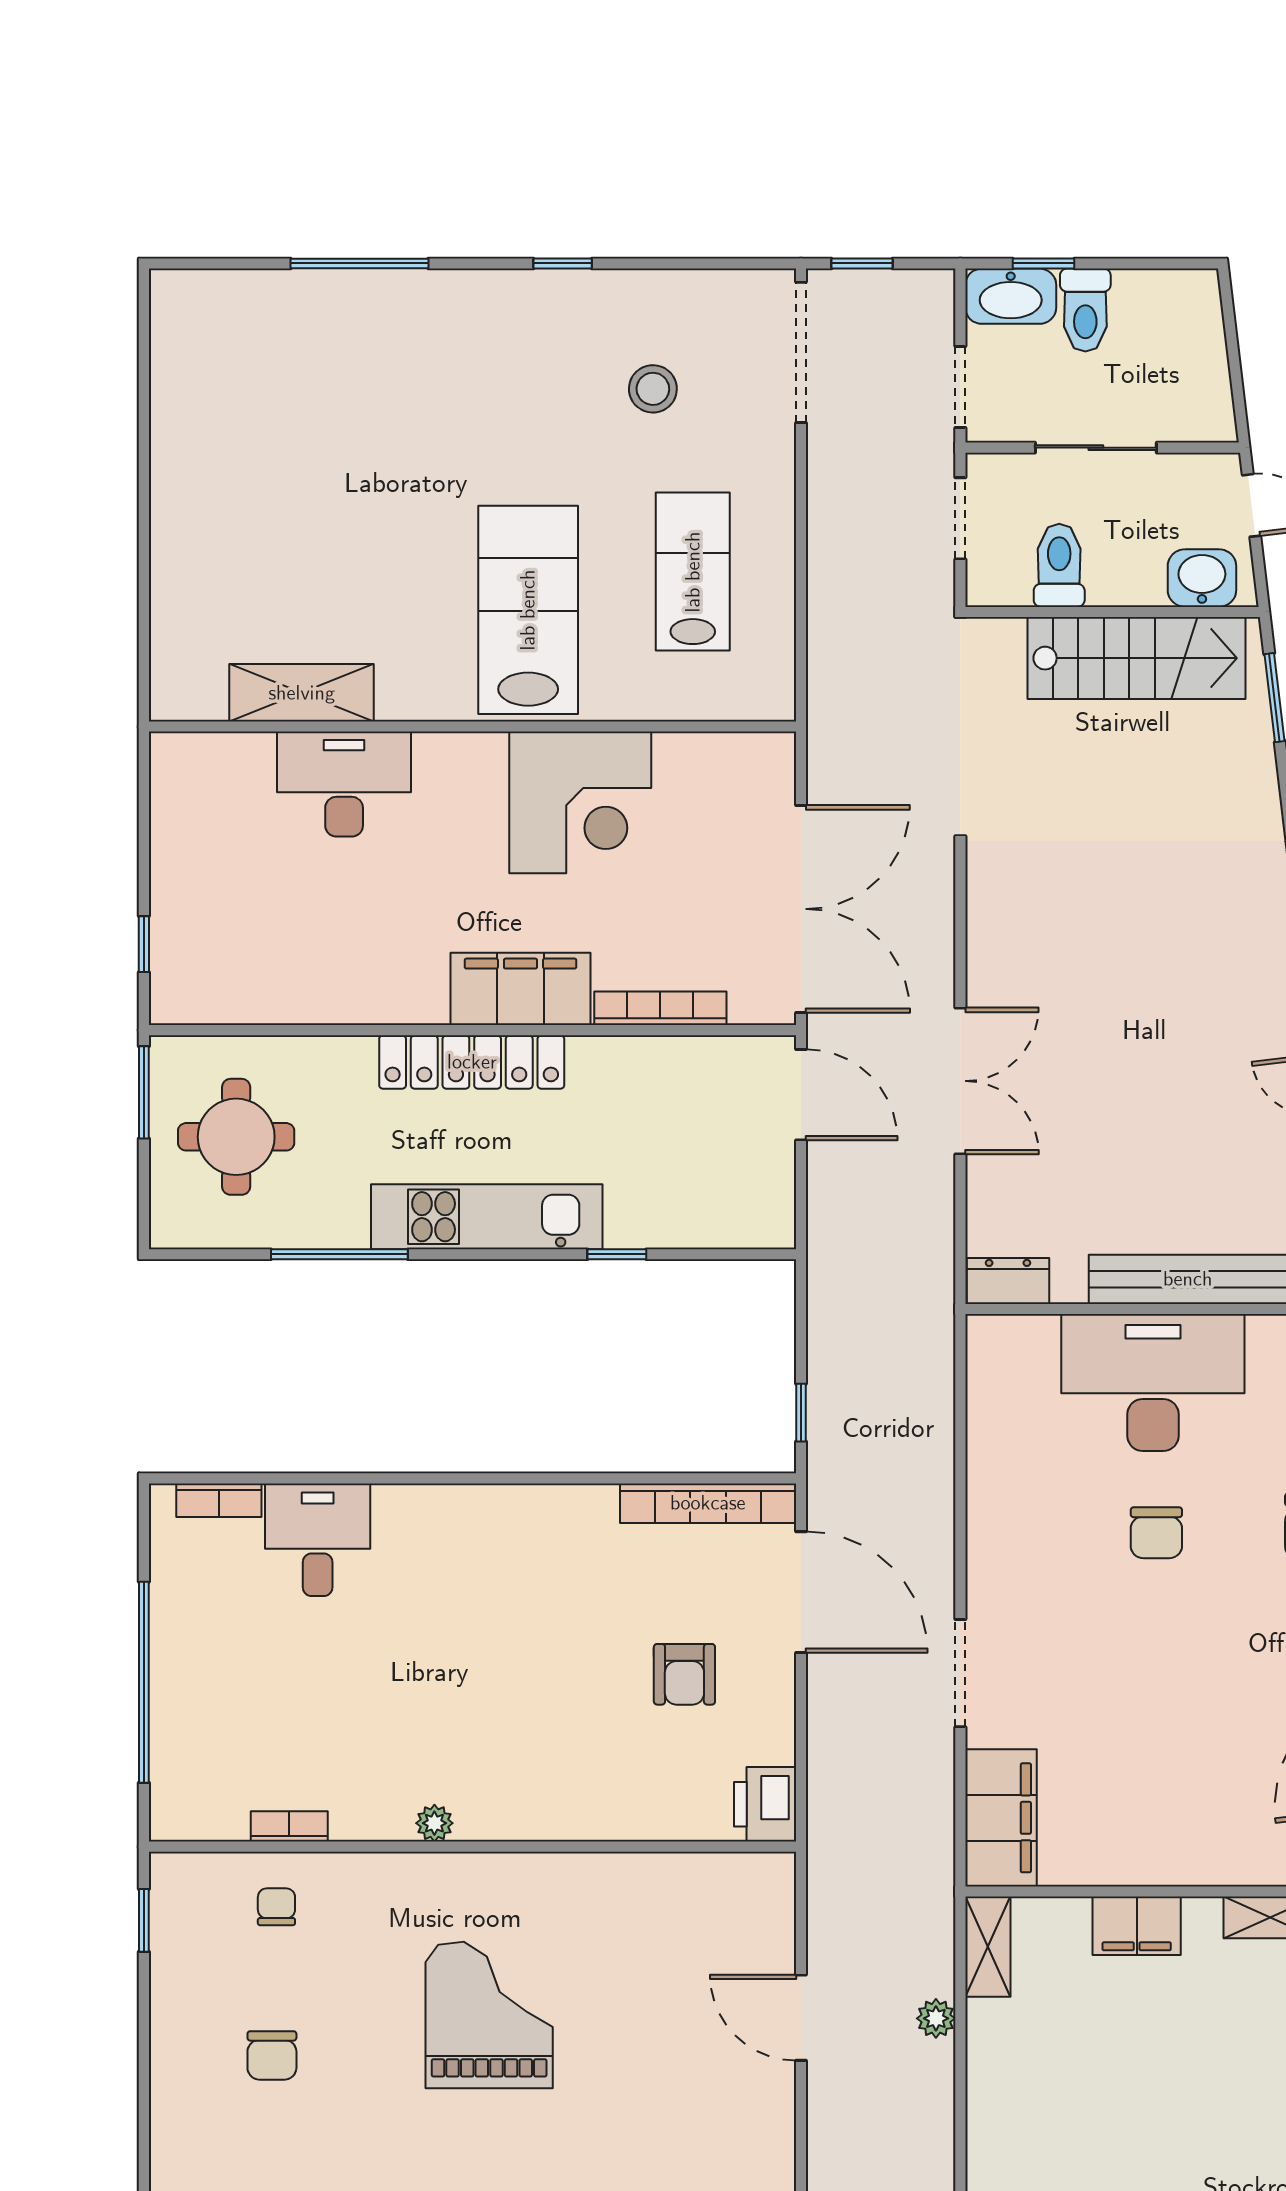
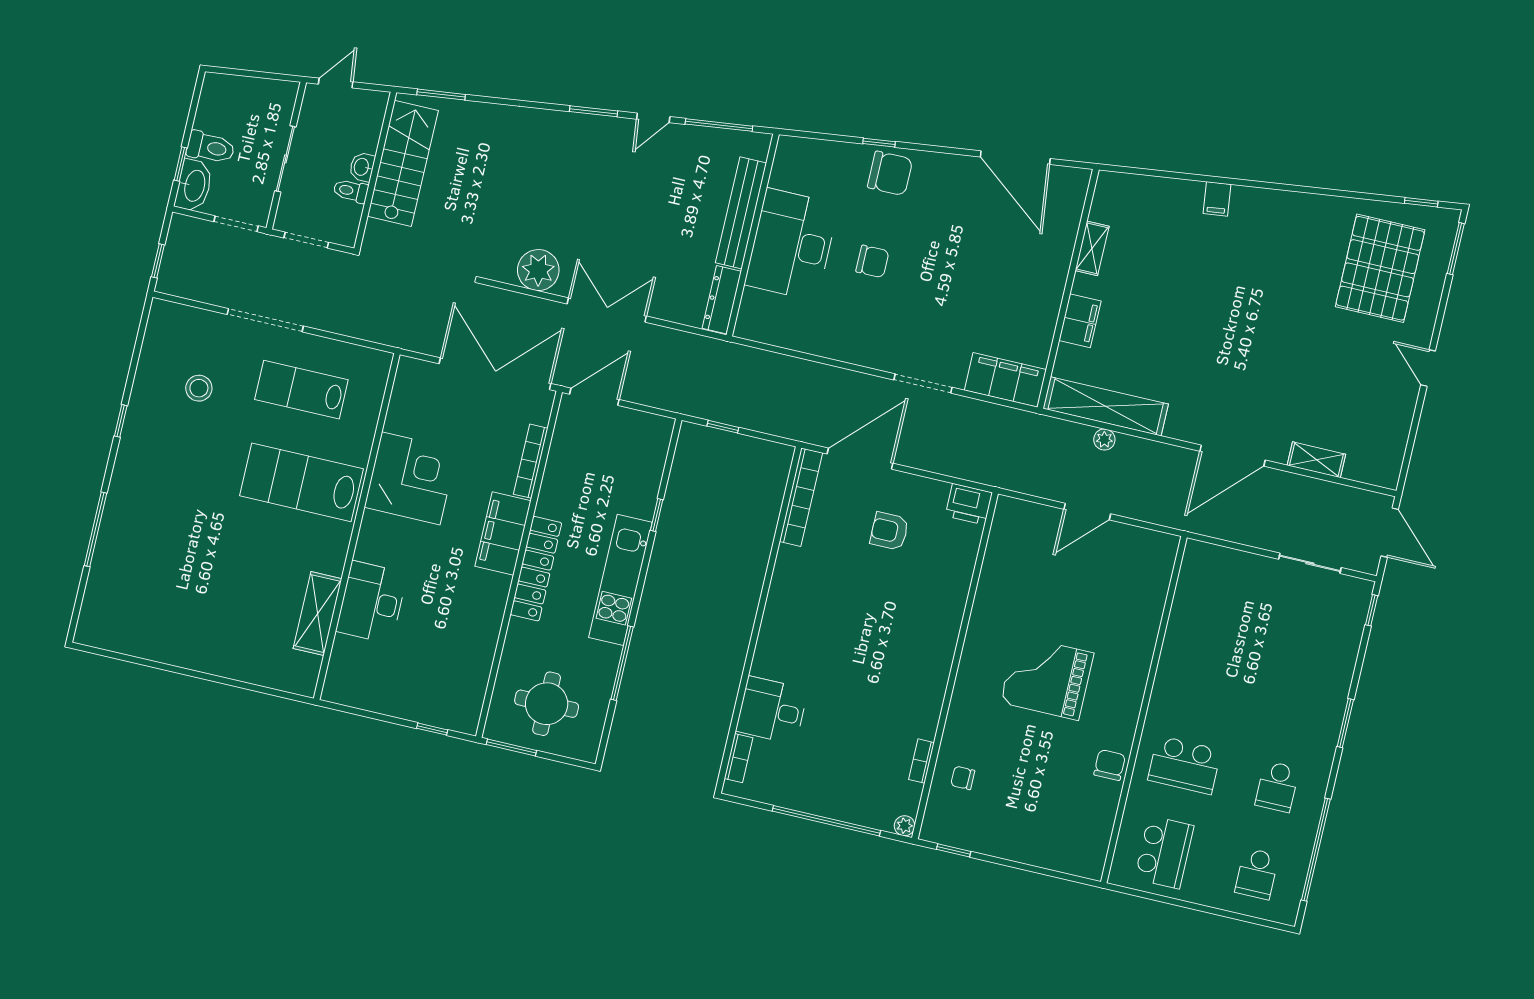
doorway: (801, 352) -> (265, 320), moved
toilet: (1059, 565) -> (351, 191), width x0.73, depth x0.72
washbasin: (1202, 578) -> (362, 167), moved, width x0.72, depth x0.69
plant: (1003, 943) -> (538, 270), added
dresser: (1008, 1281) -> (722, 300), width x1.44
window: (801, 1413) -> (723, 427), moved
armchair: (684, 1674) -> (889, 531), turned 180
plant: (434, 1823) -> (905, 826), moved
shelving: (988, 1947) -> (1106, 406), width x2.20, depth x1.33
chair: (272, 2055) -> (1110, 765), moved, turned -90

